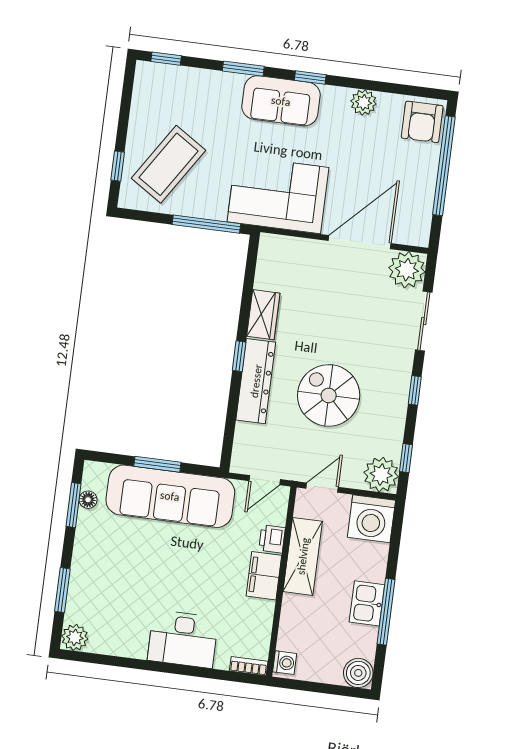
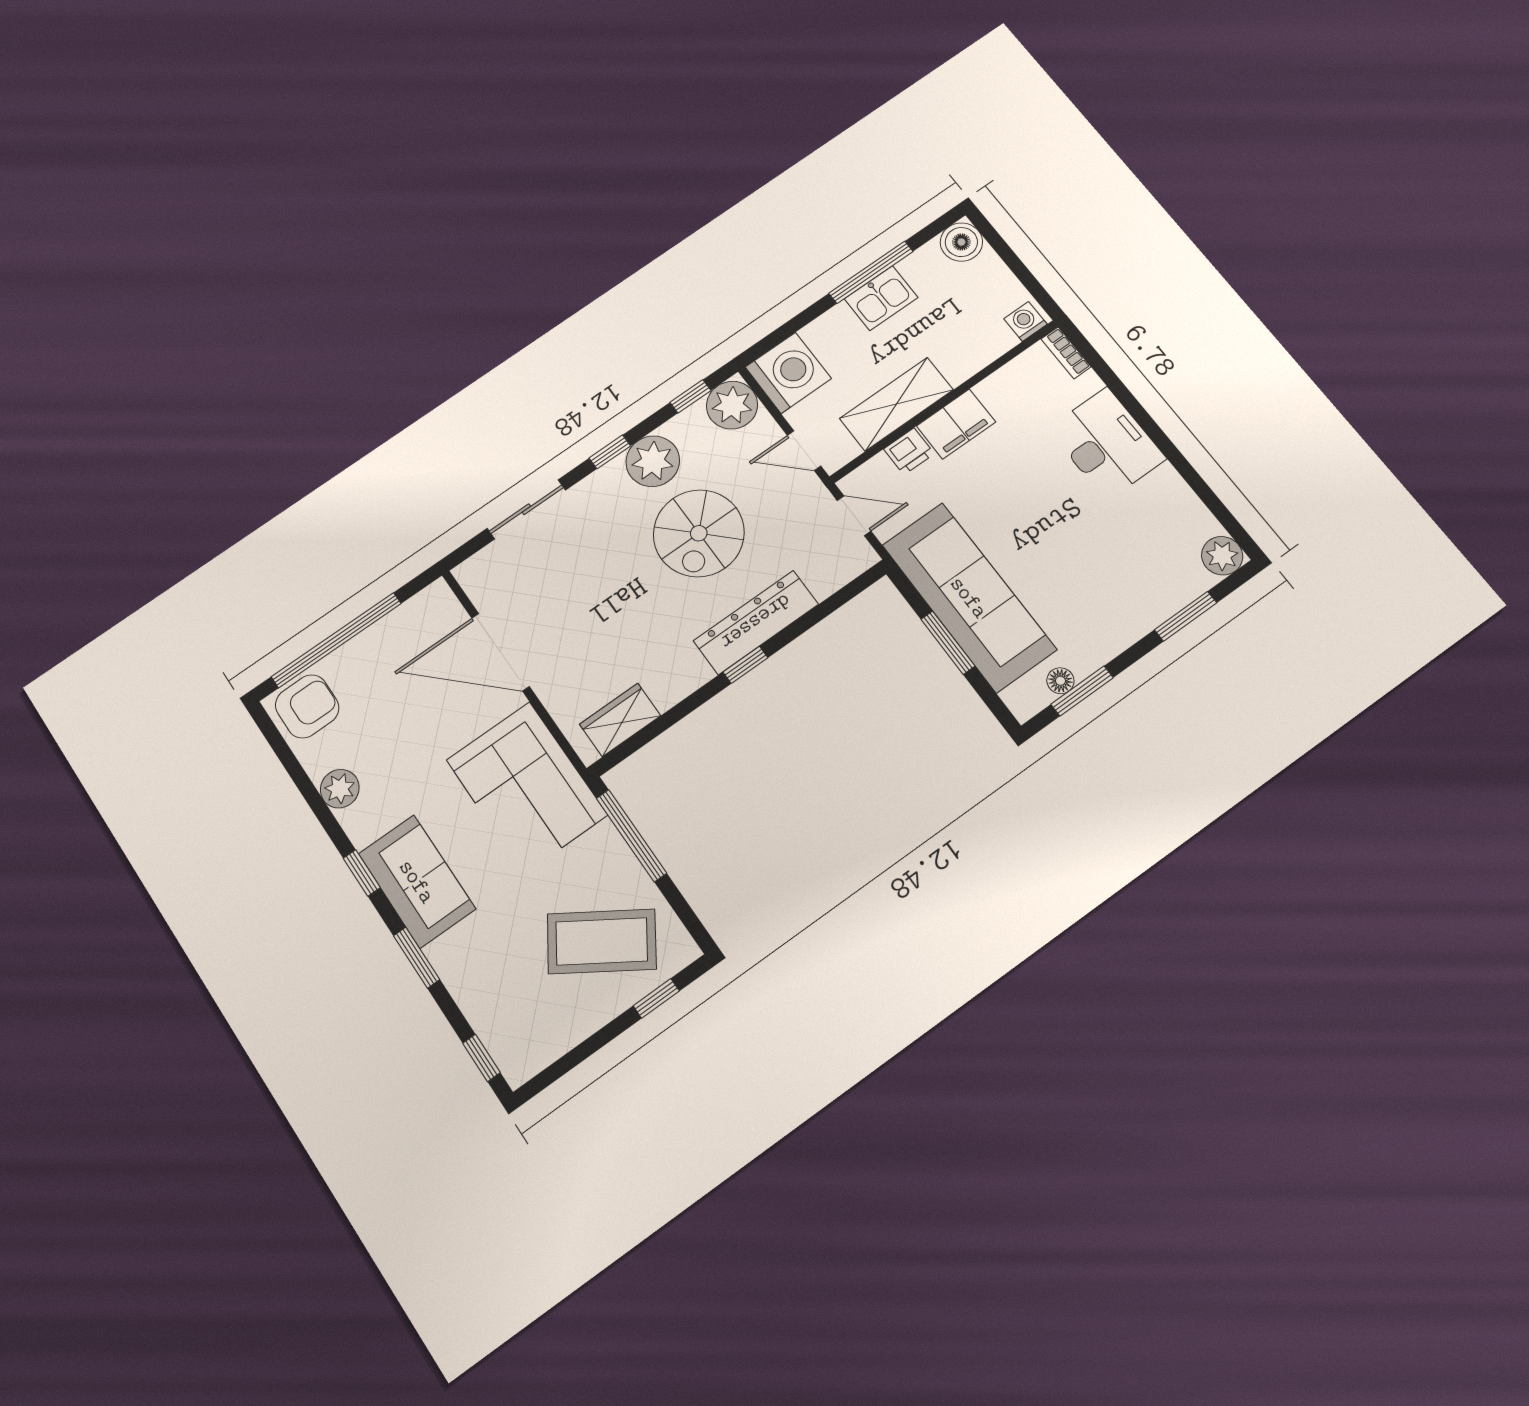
plant: (407, 270) -> (653, 461), moved
wardrobe: (263, 315) -> (620, 720), moved

